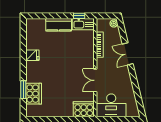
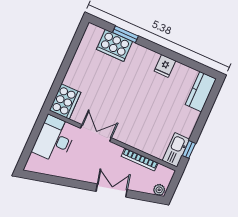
kitchen counter: (59, 25) -> (201, 92), moved

